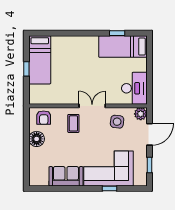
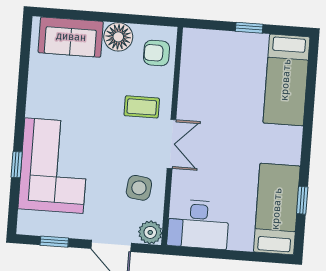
bed: (40, 60) -> (286, 80), moved, turned -90
sofa: (66, 176) -> (71, 37), moved, turned 90

